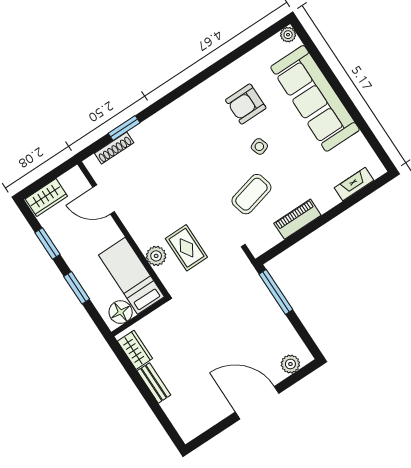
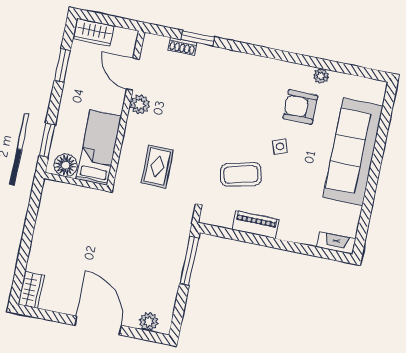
plant: (288, 35) -> (321, 76), moved
shoe rack: (114, 148) -> (182, 46), width x0.70
fireplace: (354, 184) -> (336, 243), moved
plant: (156, 256) -> (140, 104), moved
window: (77, 288) -> (47, 140), moved
wardrobe: (135, 350) -> (31, 290), moved
bench: (154, 383) -> (39, 239), removed

